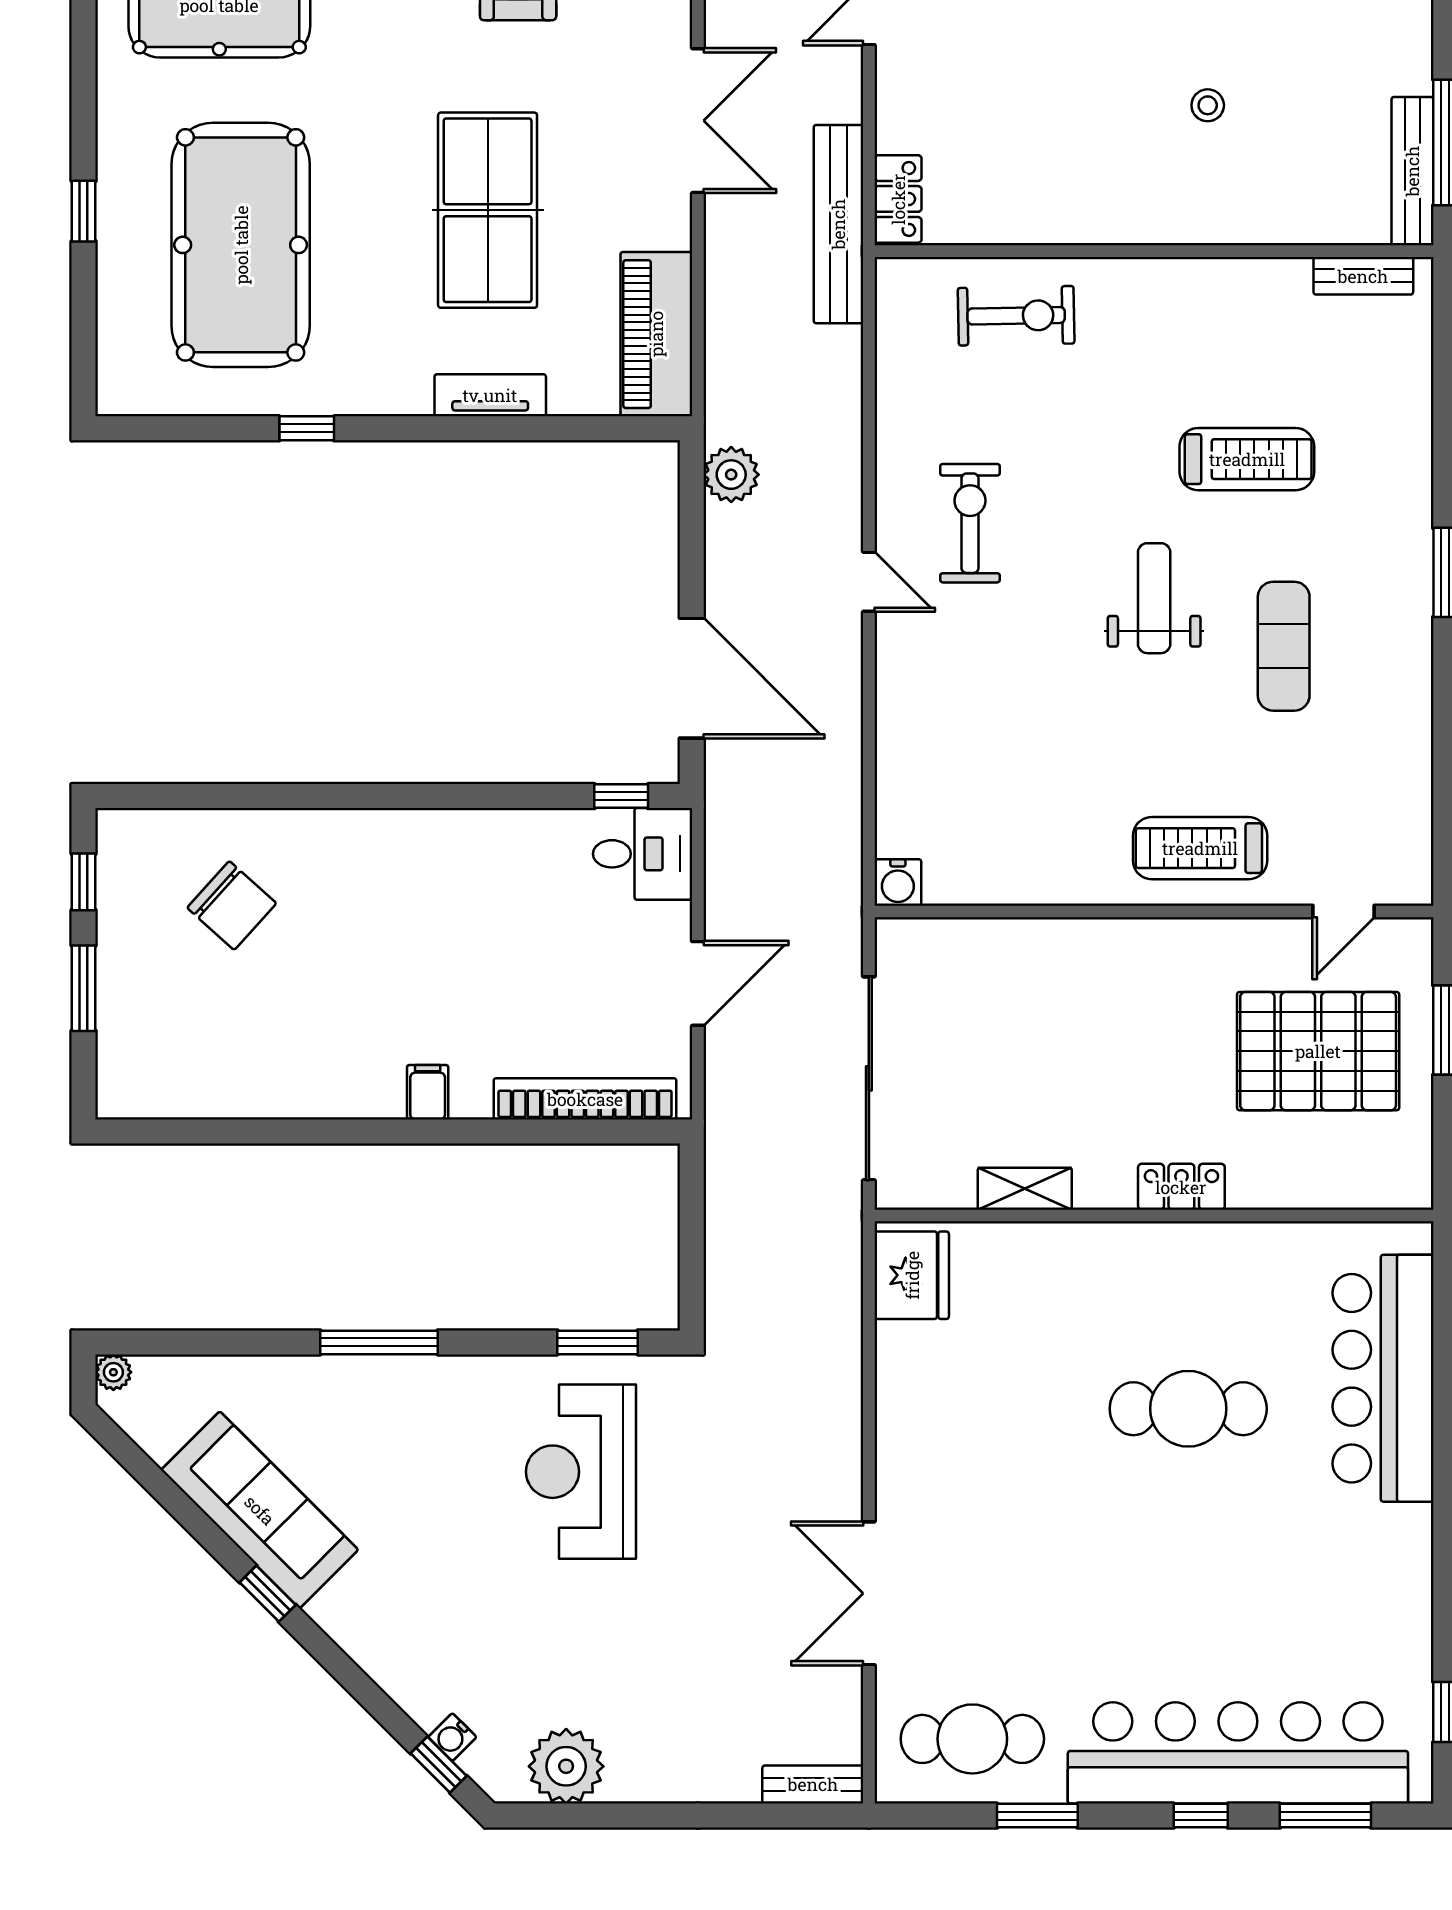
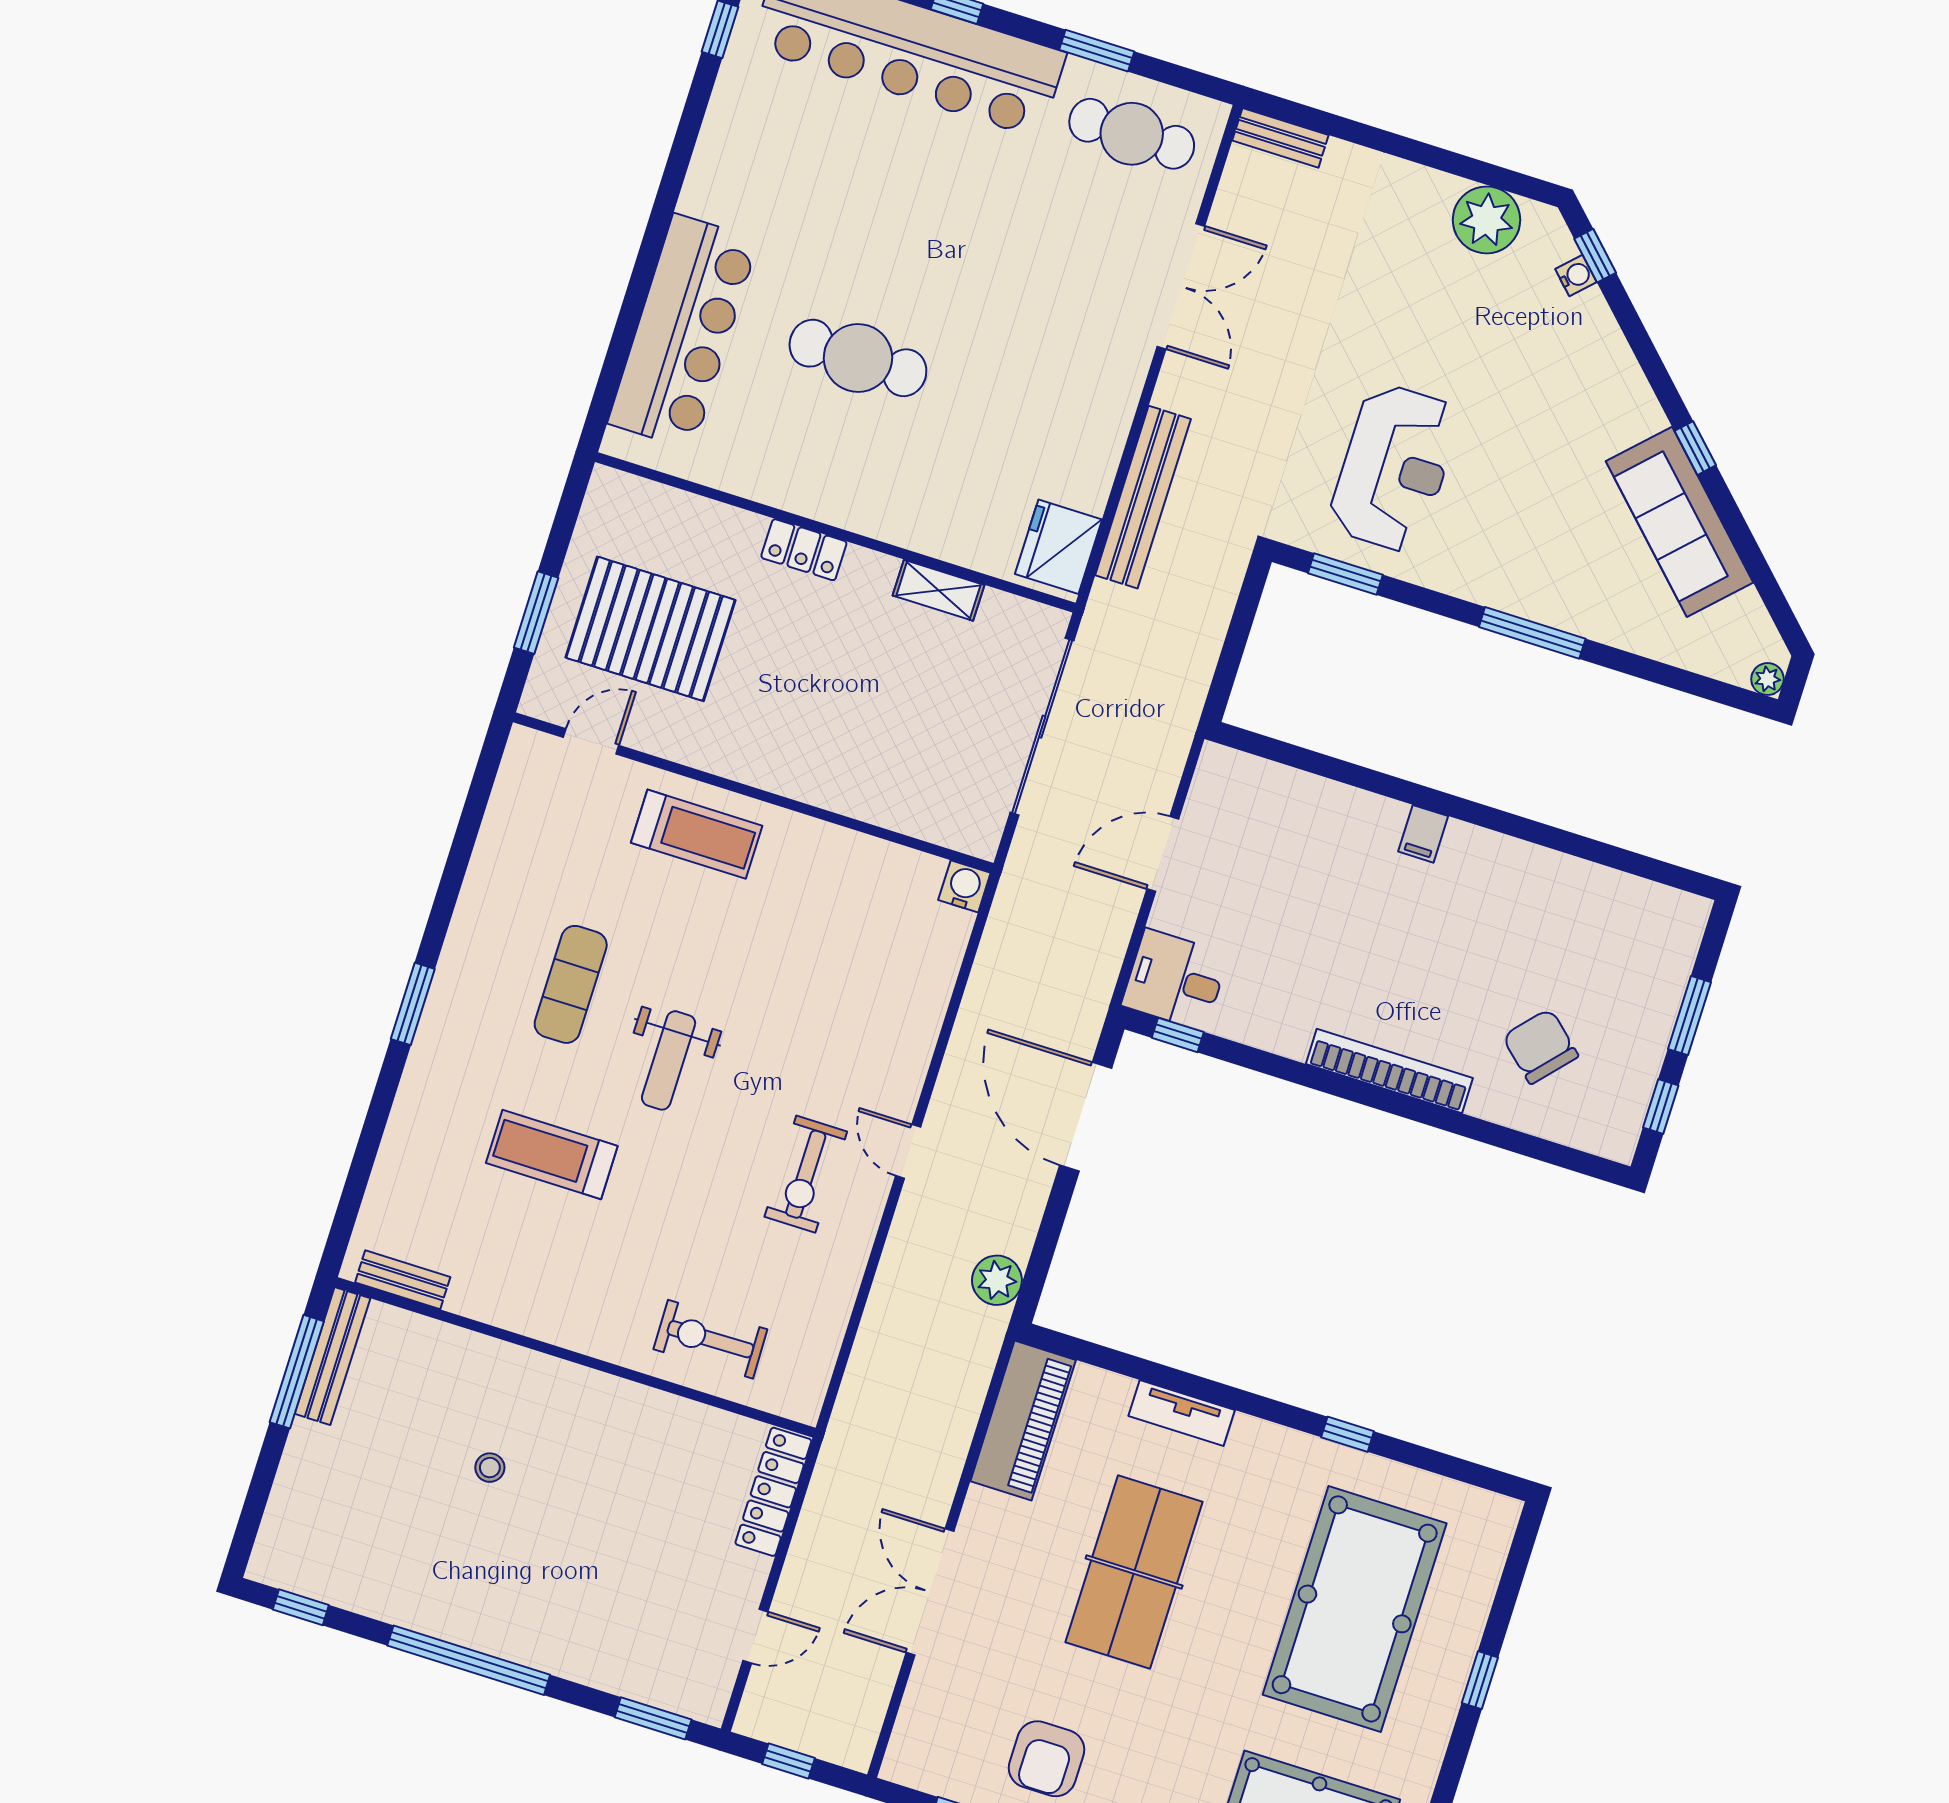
locker: (898, 199) -> (773, 1492), width x1.53
bench: (838, 224) -> (1143, 497), moved
bookcase: (585, 1099) -> (1389, 1071), moved, turned 180

